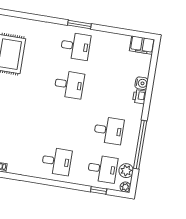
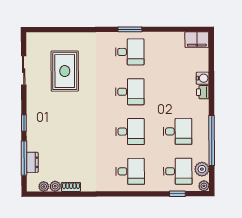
desk: (63, 123) -> (130, 132), added

